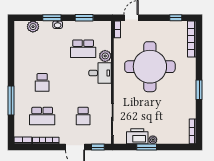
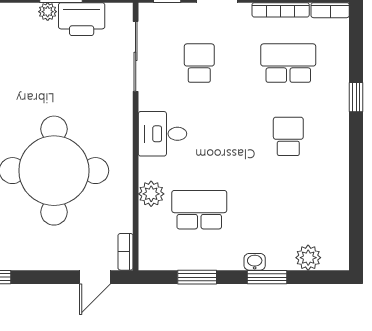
desk: (100, 73) -> (162, 134), moved
window: (11, 100) -> (356, 97), width x0.46

